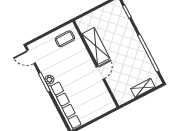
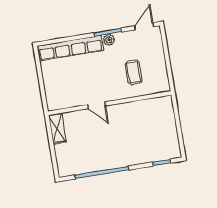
coffee table: (65, 39) -> (134, 72), moved
shelving: (96, 46) -> (132, 110), removed
shelving: (143, 88) -> (57, 128), moved

